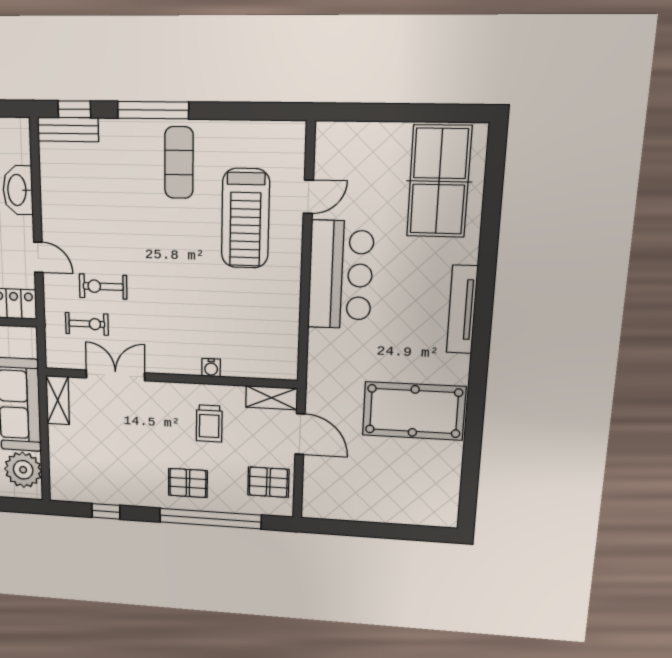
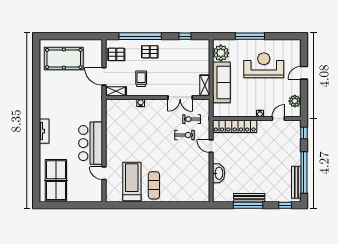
window: (74, 109) -> (195, 205), removed
window: (153, 110) -> (164, 205), removed
bench: (68, 129) -> (197, 197), removed
door: (308, 197) -> (104, 173), hinge flipped
treadmill: (245, 218) -> (132, 182), moved
tv unit: (462, 310) -> (44, 131), width x0.71
pool table: (414, 411) -> (64, 59), moved

